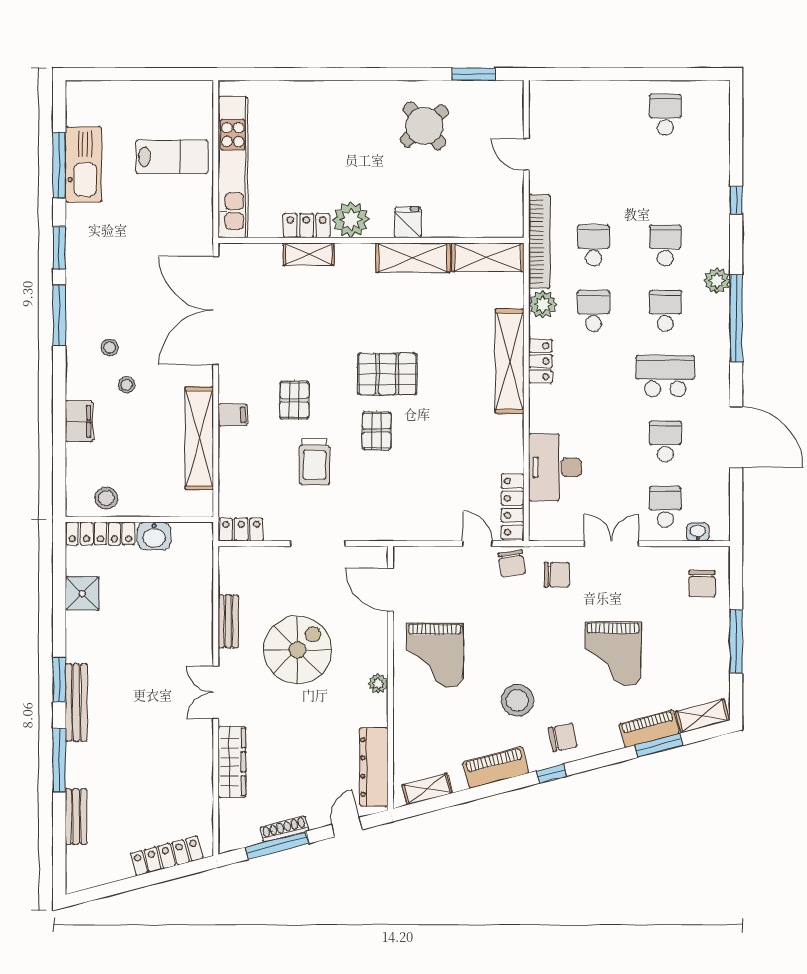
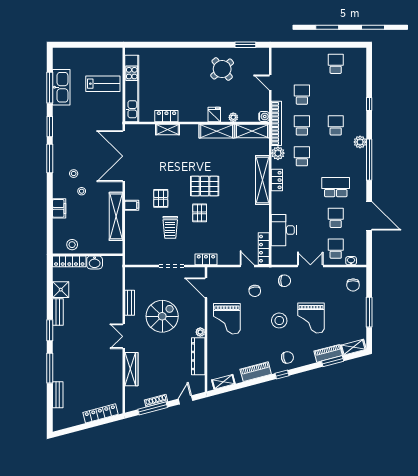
plant: (351, 220) -> (233, 117), moved, width x0.53, depth x0.53
water cooler: (513, 226) -> (264, 116), added
school desk: (665, 311) -> (302, 95), moved
locker: (241, 530) -> (206, 259), moved
chair: (512, 563) -> (255, 291), moved
stool: (517, 700) -> (279, 320), moved
bench: (76, 702) -> (58, 312), moved, width x0.73
dresser: (374, 767) -> (198, 356), moved

